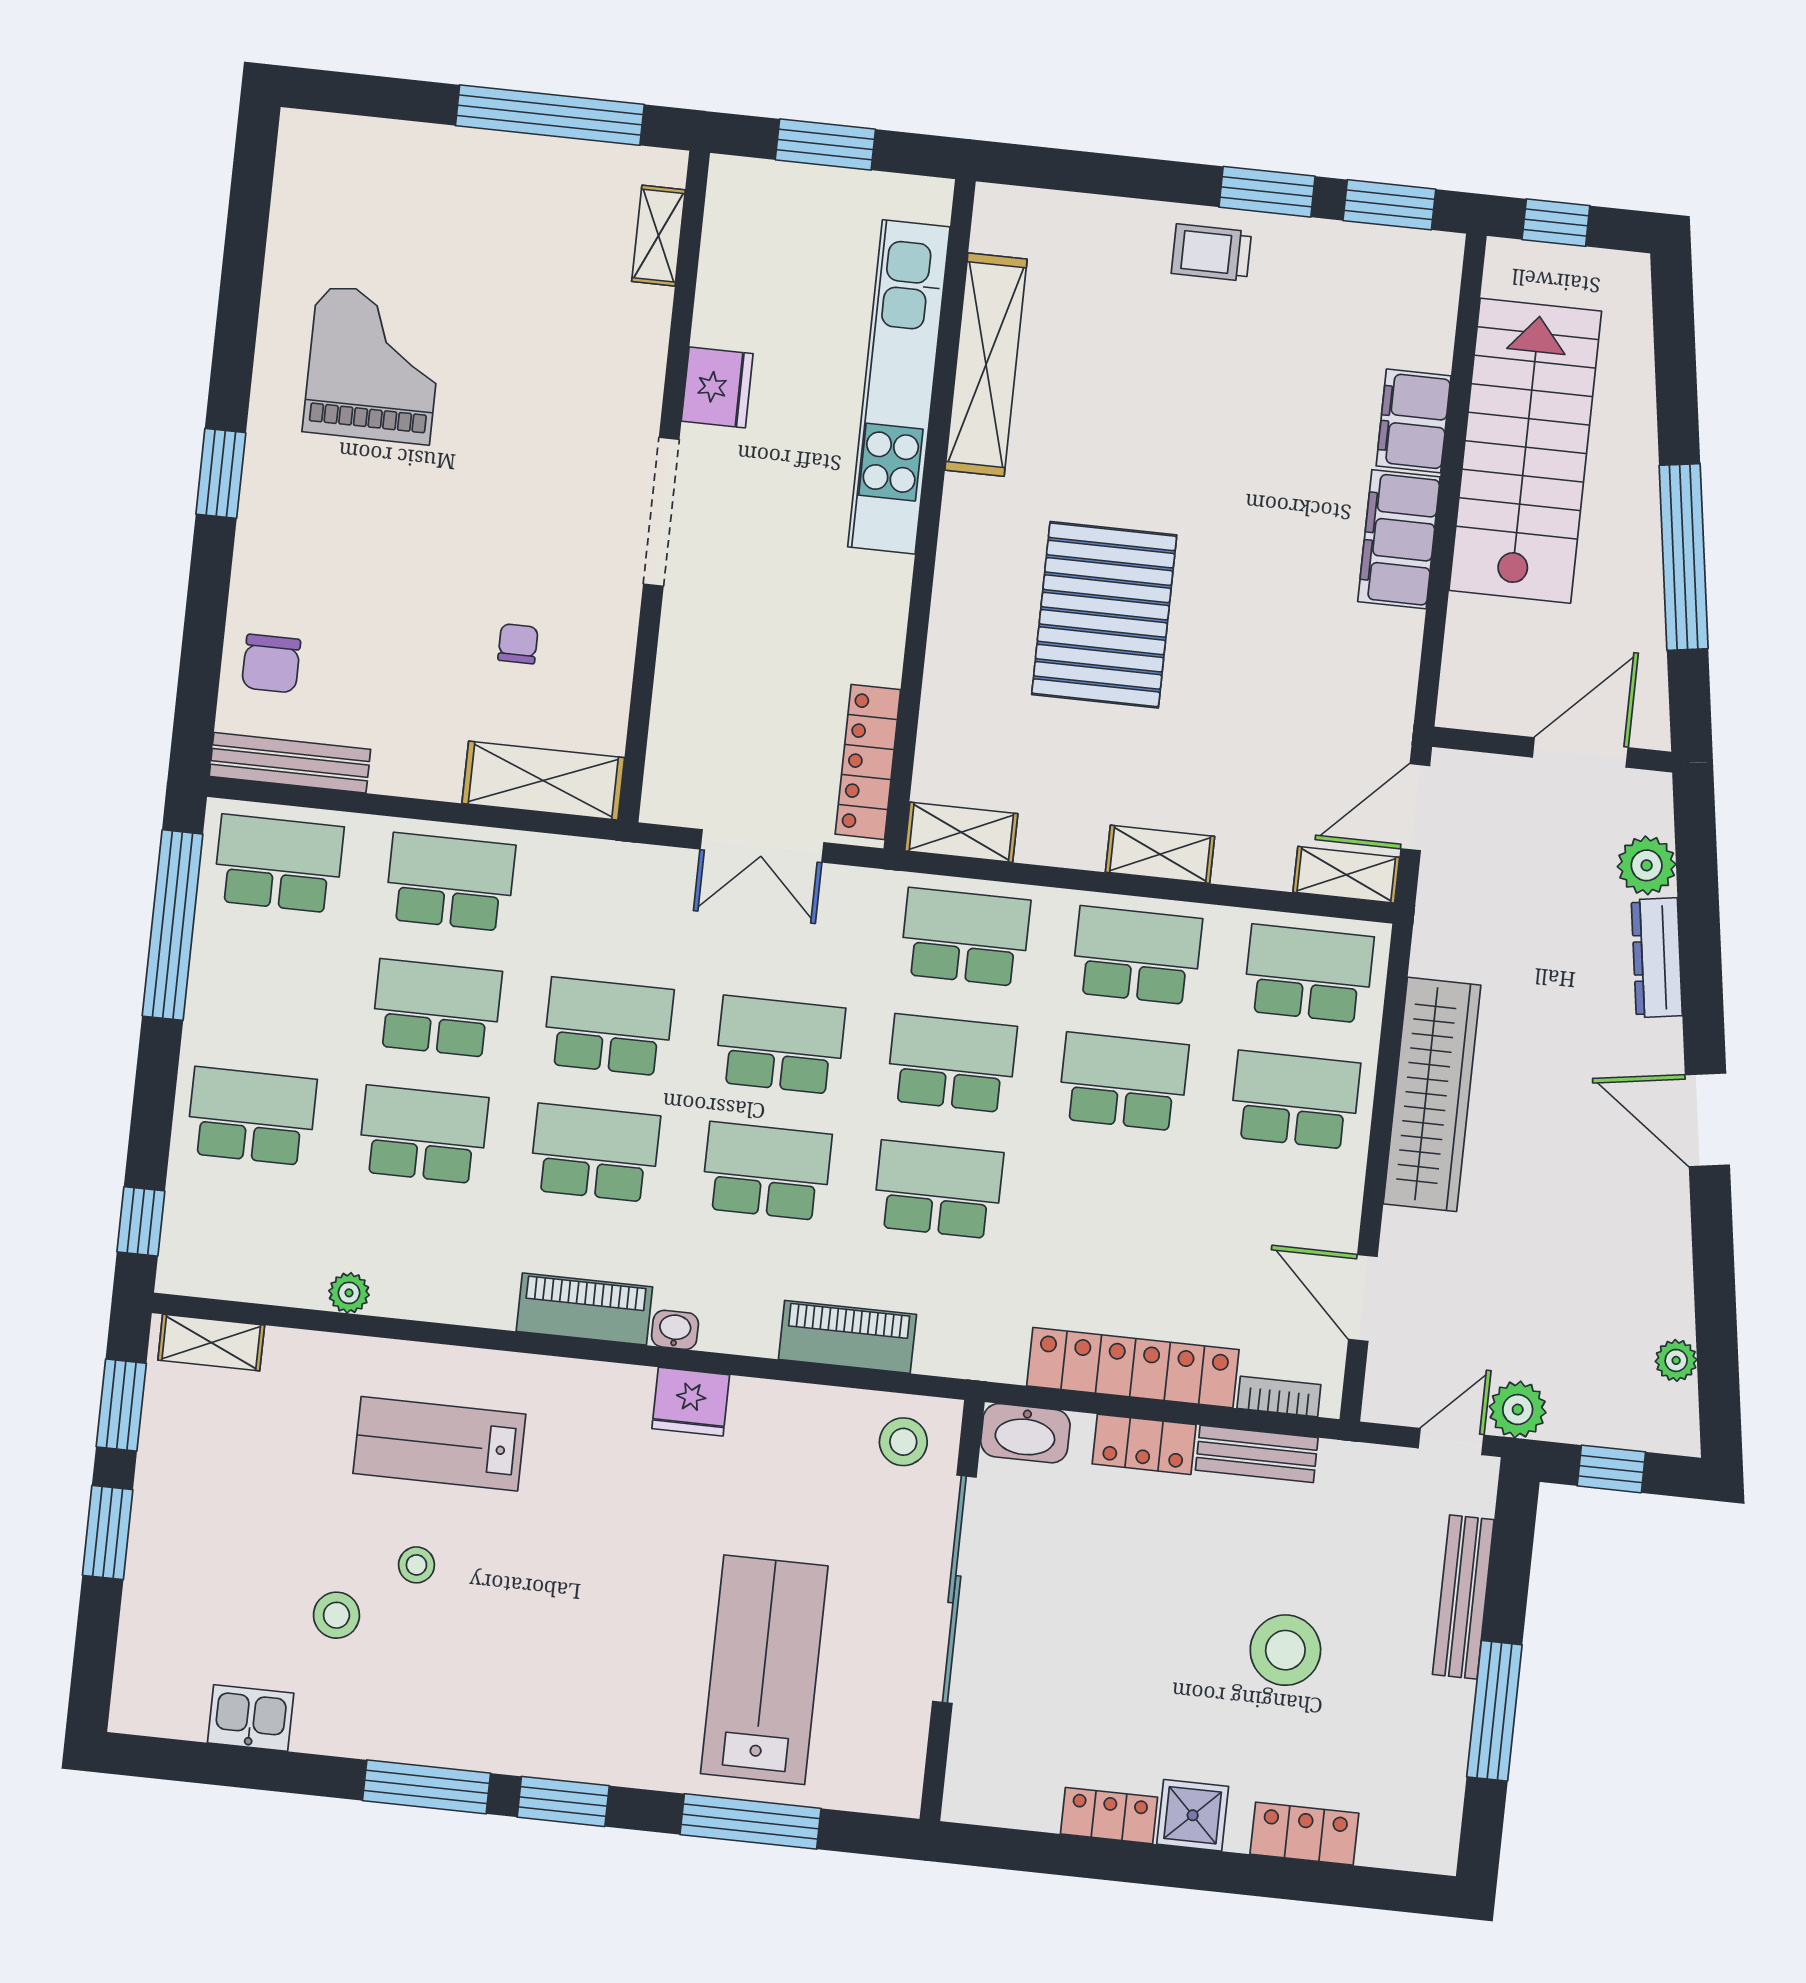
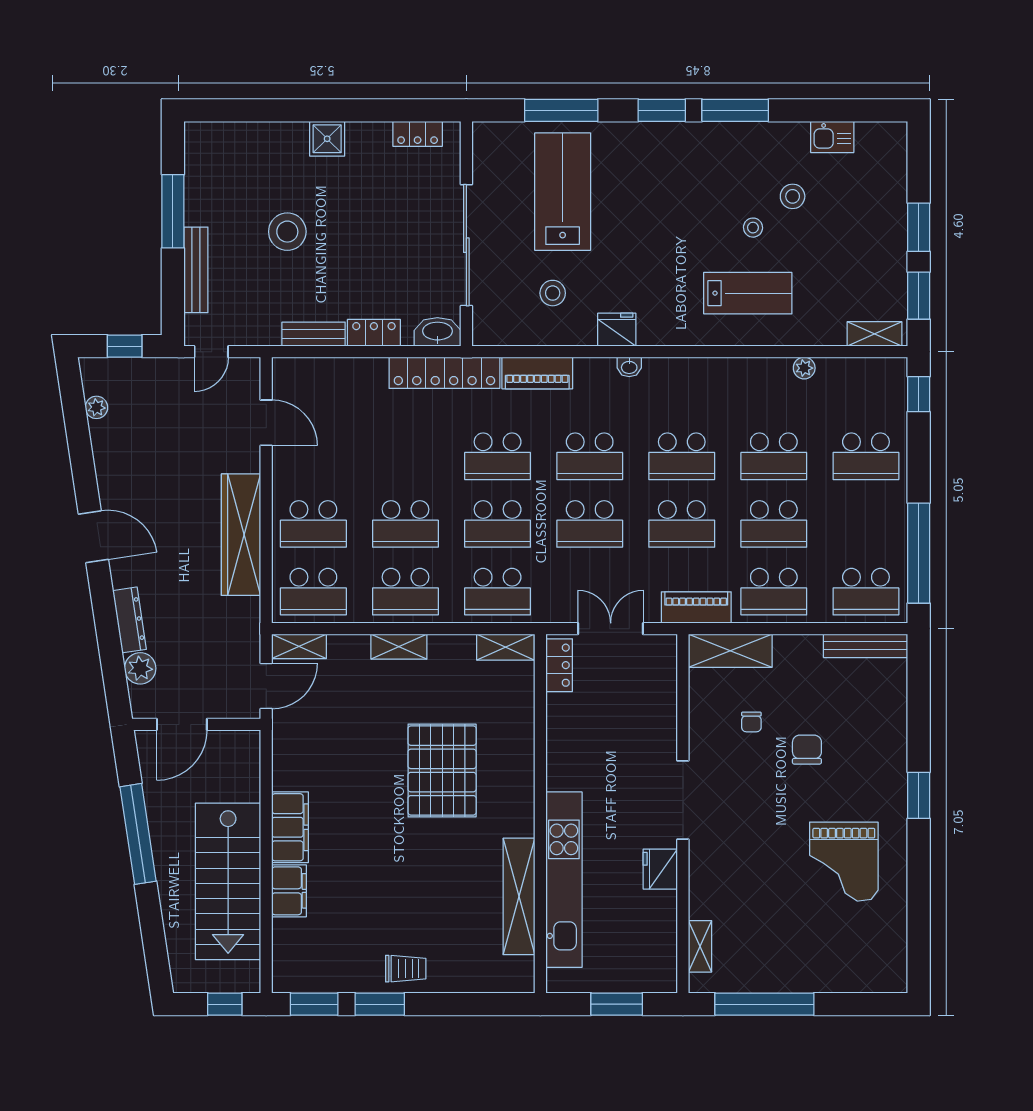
chair: (271, 664) -> (807, 750), moved
locker: (868, 762) -> (559, 665), width x0.66
piano: (584, 1309) -> (696, 607), moved, turned 180
locker: (1133, 1368) -> (444, 373), moved
bookcase: (1279, 1396) -> (305, 366), removed
plant: (1518, 1410) -> (178, 372), removed
stool: (903, 1442) -> (553, 293), moved
lab bench: (764, 1670) -> (563, 192), turned 180
locker: (1109, 1816) -> (418, 134), moved
locker: (1304, 1834) -> (267, 135), removed

